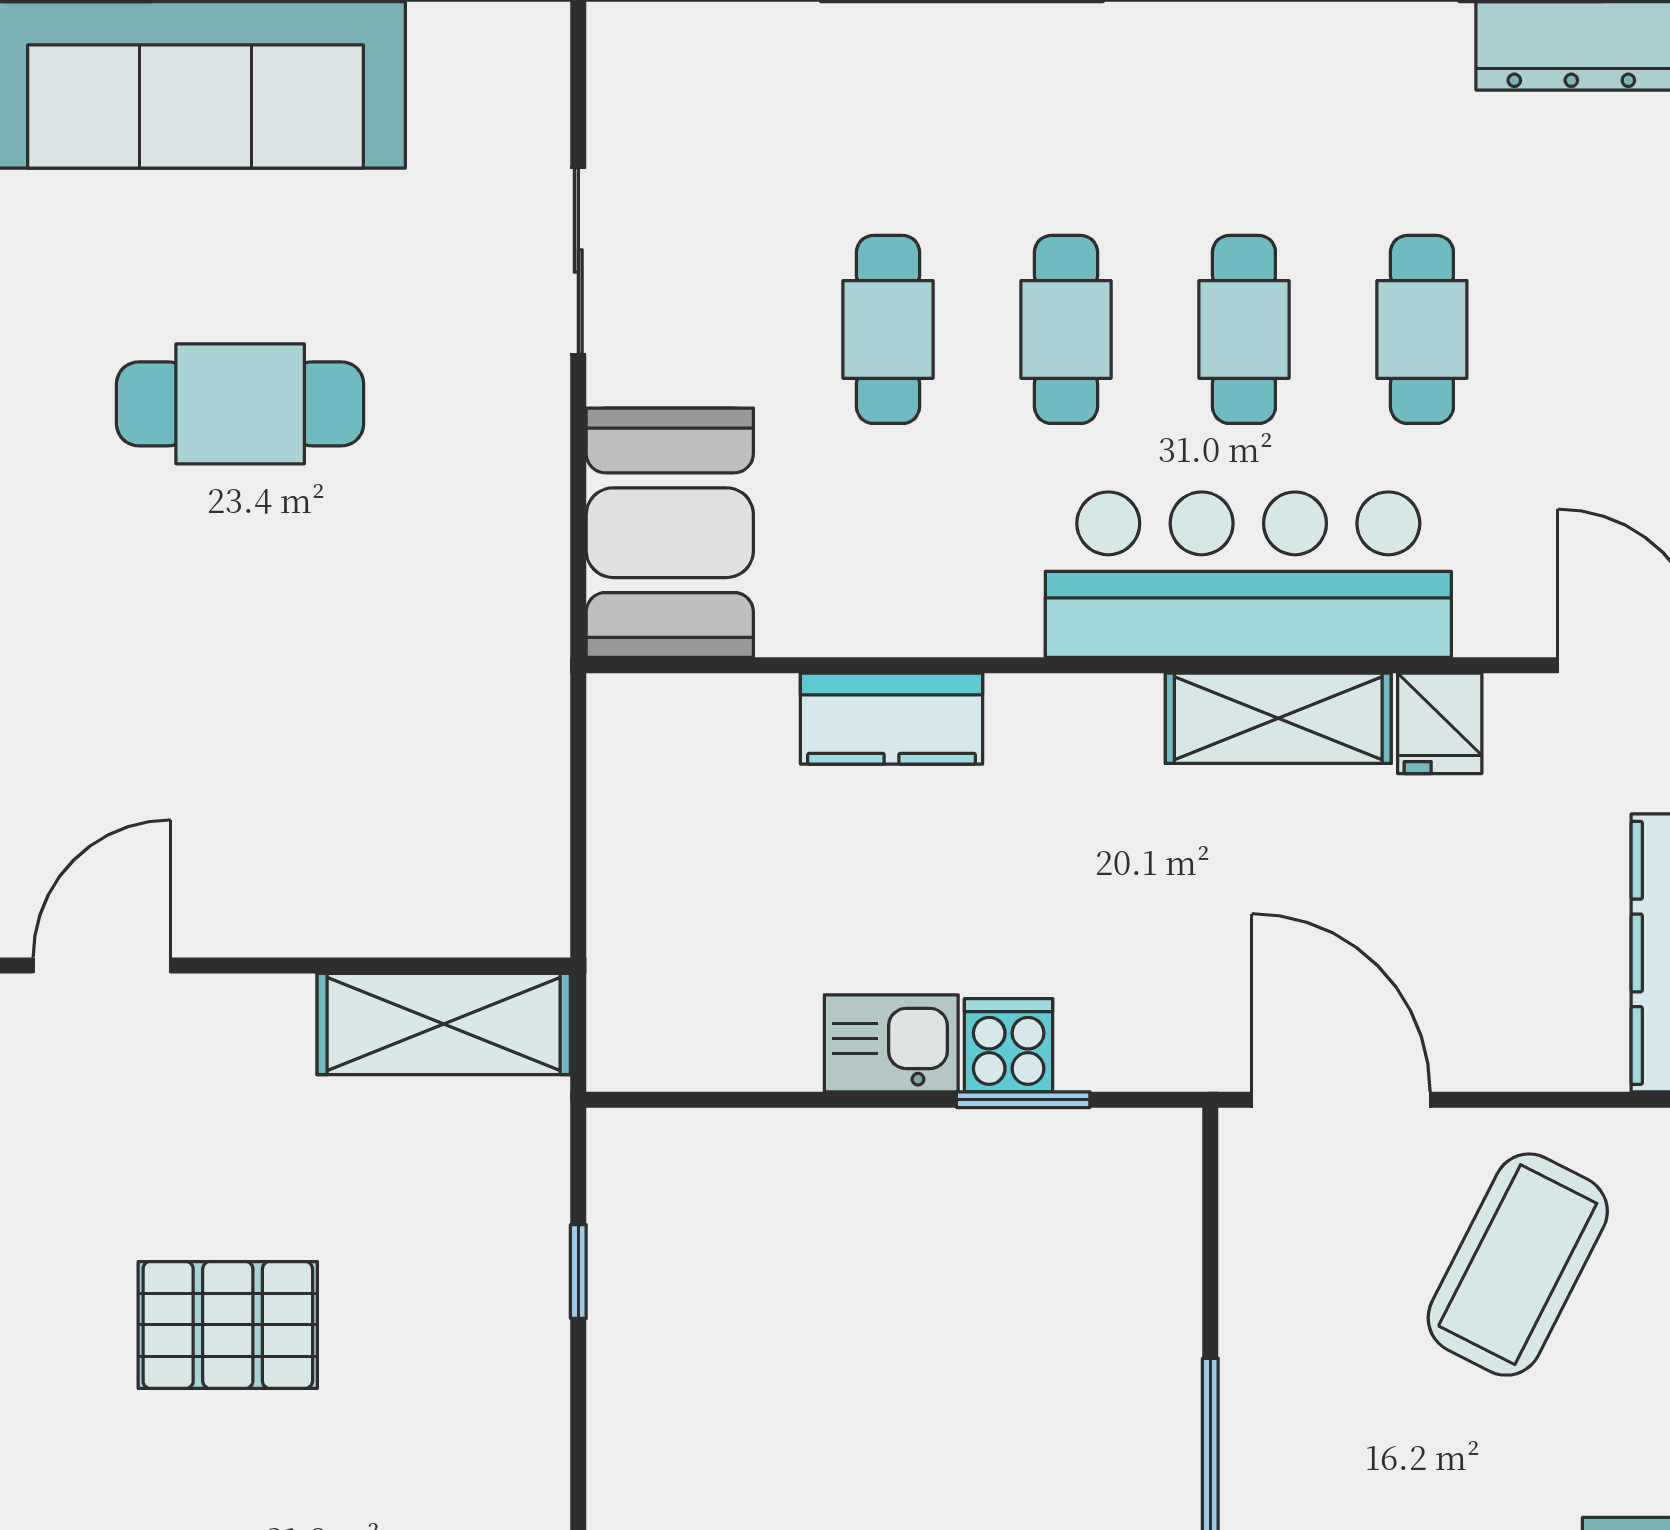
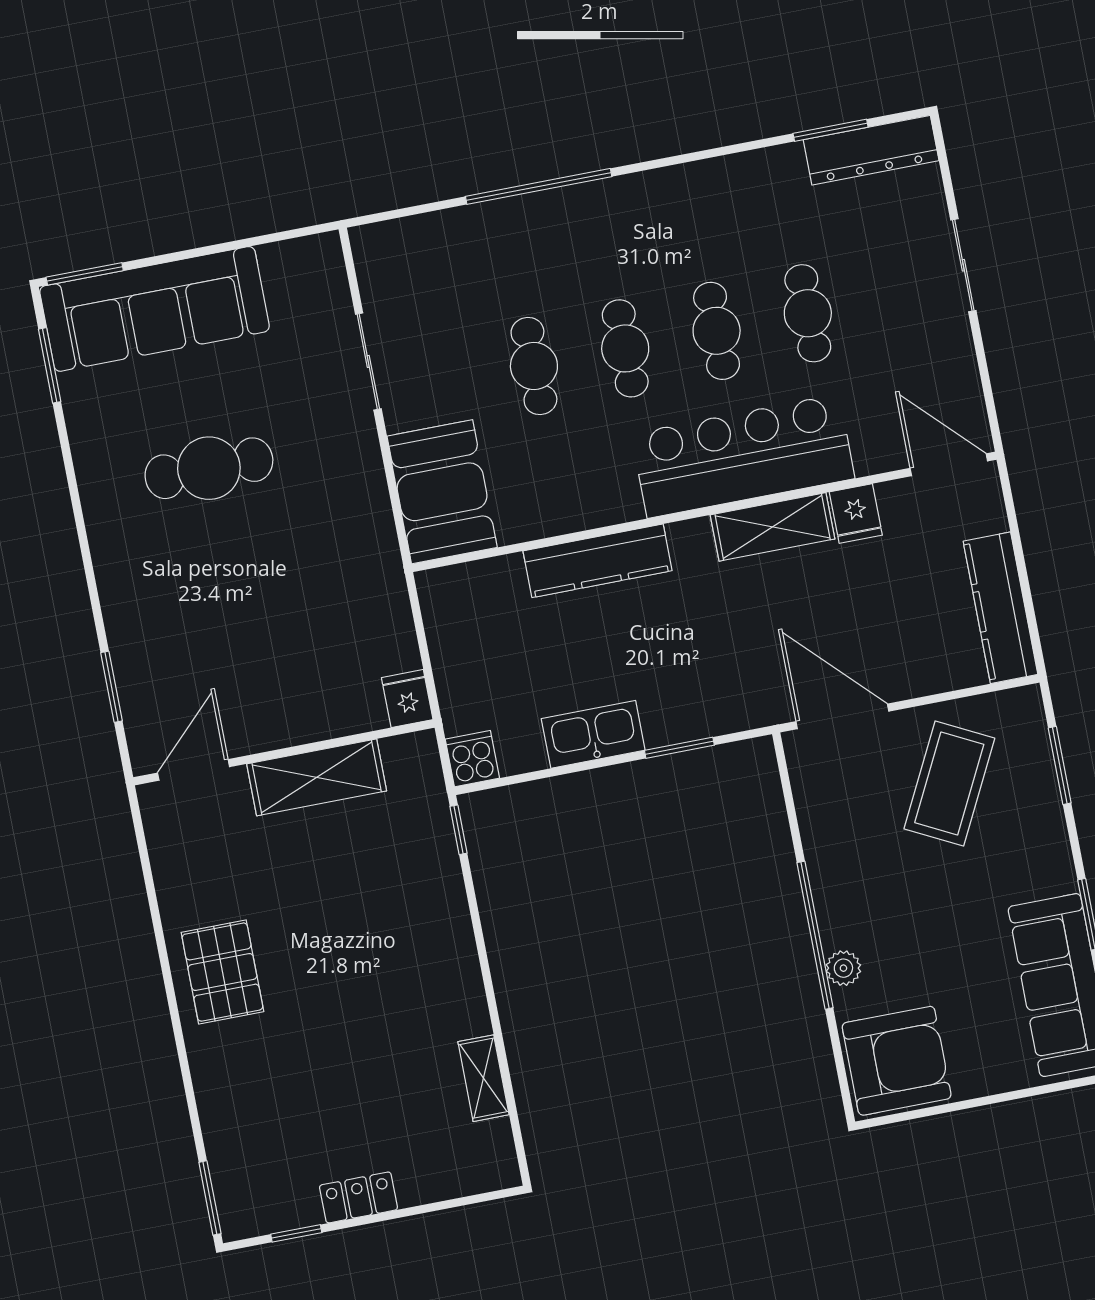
kitchen counter: (892, 719) -> (598, 561), width x1.50
fridge: (529, 909) -> (407, 699), added
shelving: (444, 1024) -> (317, 777), moved
kitchen sink: (891, 1043) -> (593, 734), width x1.38
cooker: (1009, 1045) -> (472, 759), moved
window: (578, 1272) -> (458, 830), moved
pallet: (228, 1325) -> (222, 972), moved, turned 90

